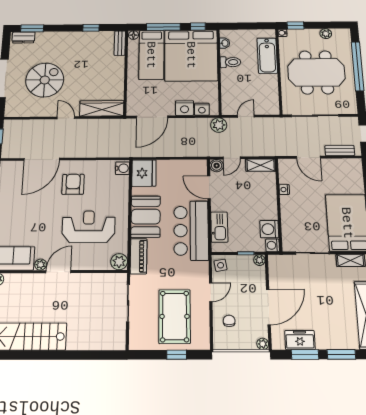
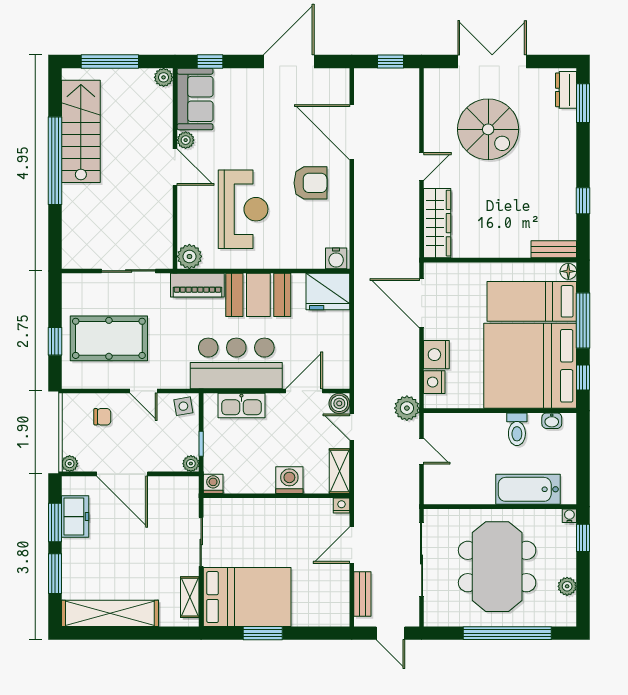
nightstand: (284, 190) -> (341, 505), moved
washing machine: (269, 229) -> (289, 480), moved
window: (50, 355) -> (55, 161), added

